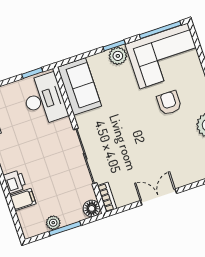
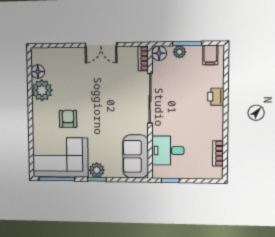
desk: (44, 99) -> (168, 151), width x0.73
armchair: (169, 103) -> (68, 119), turned 180
filing cabinet: (23, 200) -> (210, 55), moved, turned -90
plant: (53, 223) -> (180, 52), moved

